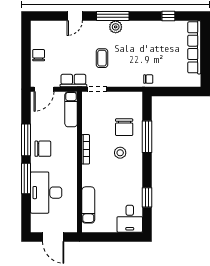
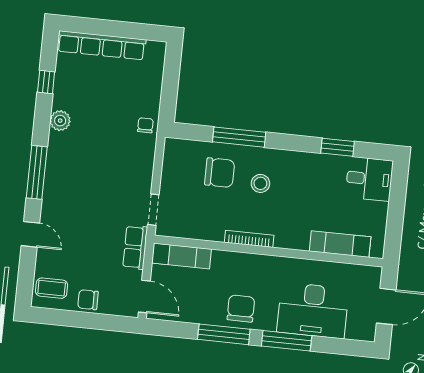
plant: (116, 27) -> (60, 121), moved
coffee table: (102, 58) -> (52, 288), moved

